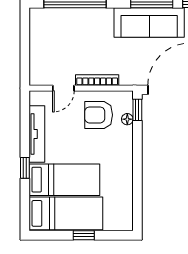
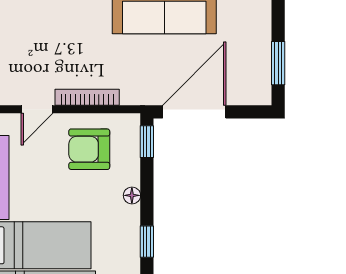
floor lamp: (127, 119) -> (132, 195), moved
window: (137, 177) -> (147, 242), added

